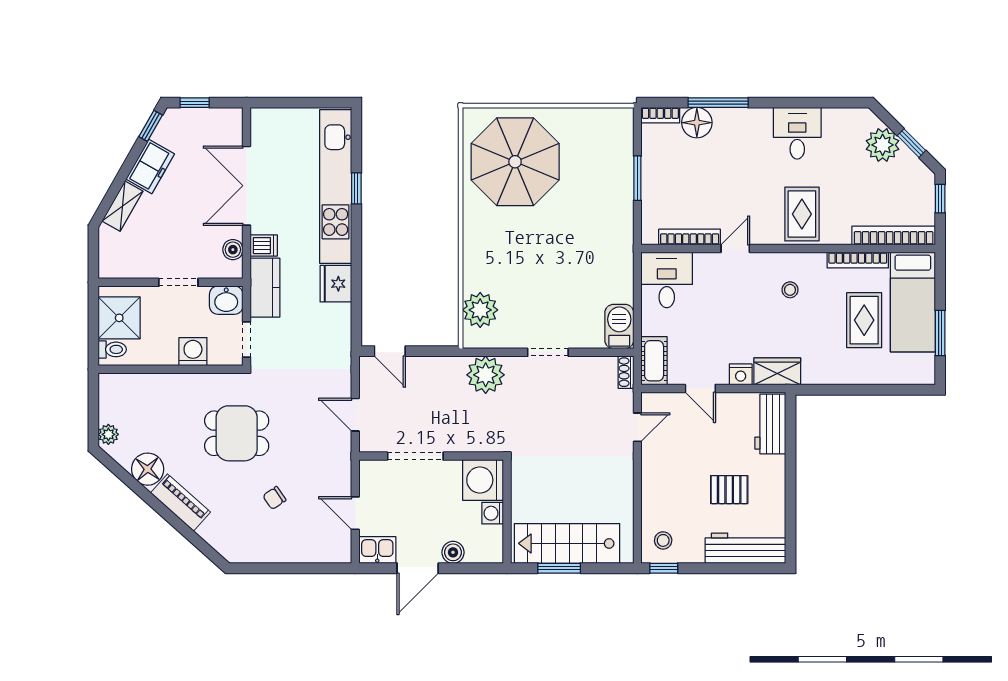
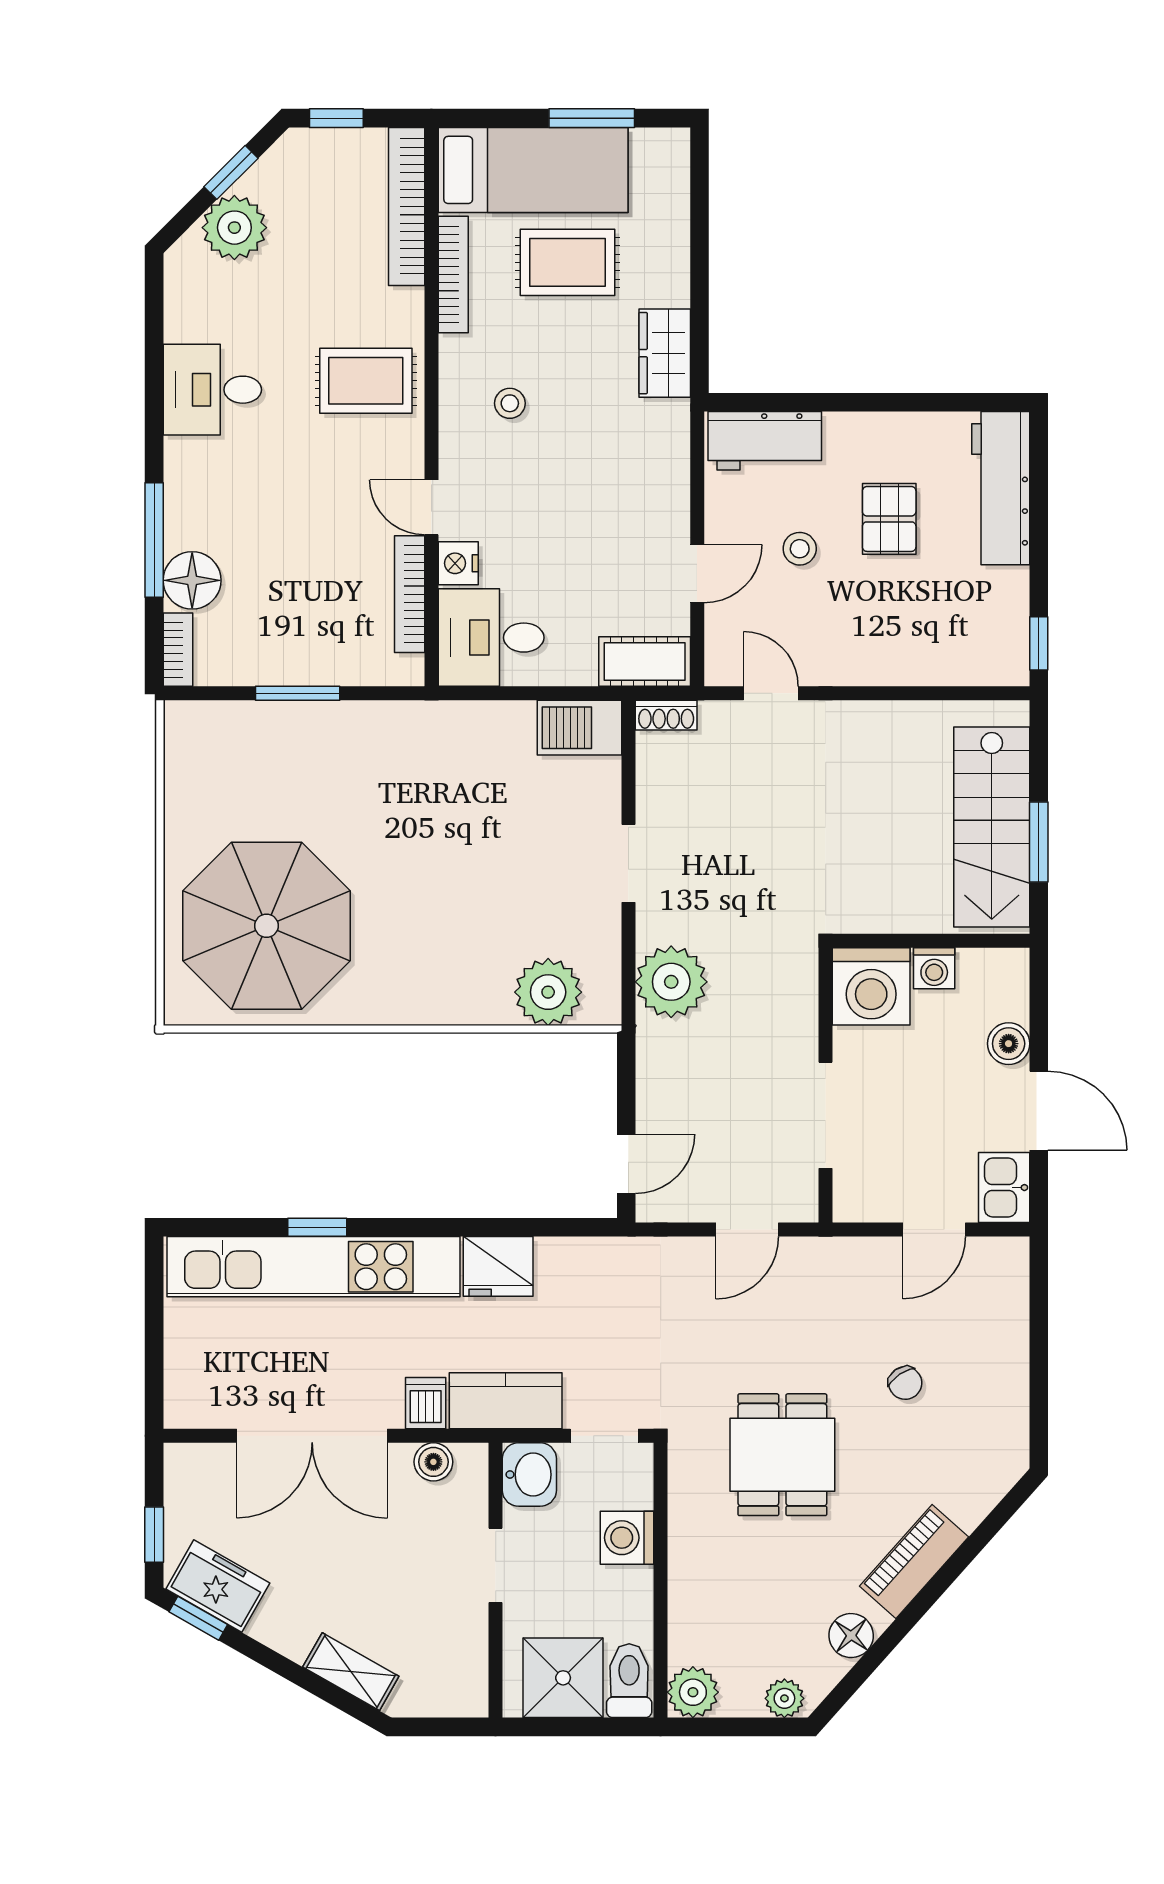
freezer: (150, 167) -> (218, 1586), moved
toilet: (112, 349) -> (629, 1681), width x1.37, depth x1.39
wardrobe: (777, 371) -> (665, 353), moved
nightstand: (741, 374) -> (458, 563), moved, turned 180
plant: (112, 386) -> (693, 1692), added
floor lamp: (148, 469) -> (851, 1636), width x0.73, depth x0.73
stool: (663, 540) -> (800, 549), moved

